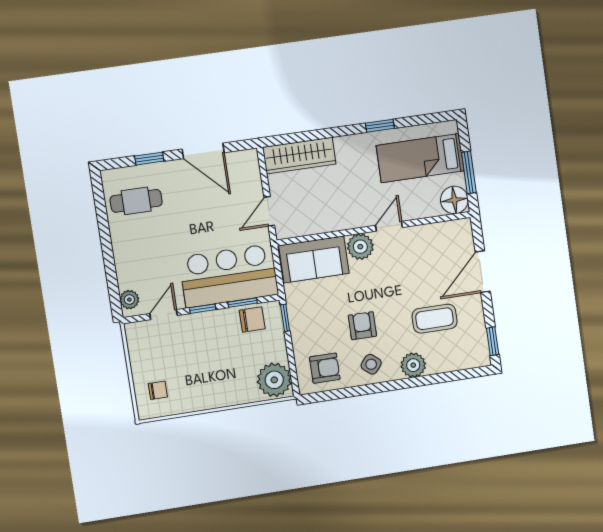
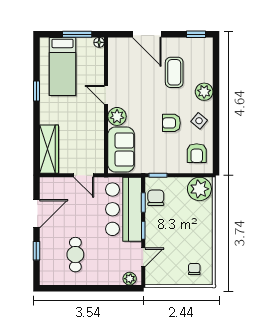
floor lamp: (454, 200) -> (99, 42), width x0.53, depth x0.53
cafe table: (136, 201) -> (75, 255), moved
door: (164, 315) -> (143, 257), swing flipped
armchair: (325, 368) -> (197, 153), turned 180

